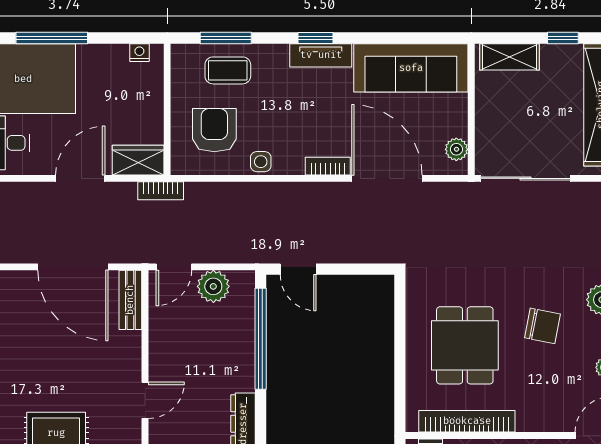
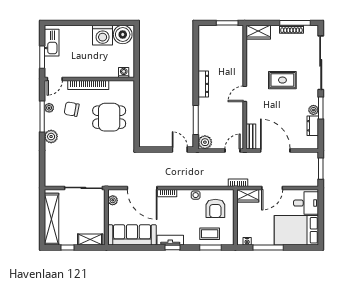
window: (52, 38) -> (268, 247), moved
plant: (213, 286) -> (205, 142), moved
chair: (542, 326) -> (72, 109), moved
window: (261, 339) -> (196, 120), width x0.68
dining table: (465, 345) -> (109, 117), turned 90
bookcase: (467, 421) -> (88, 85), moved

